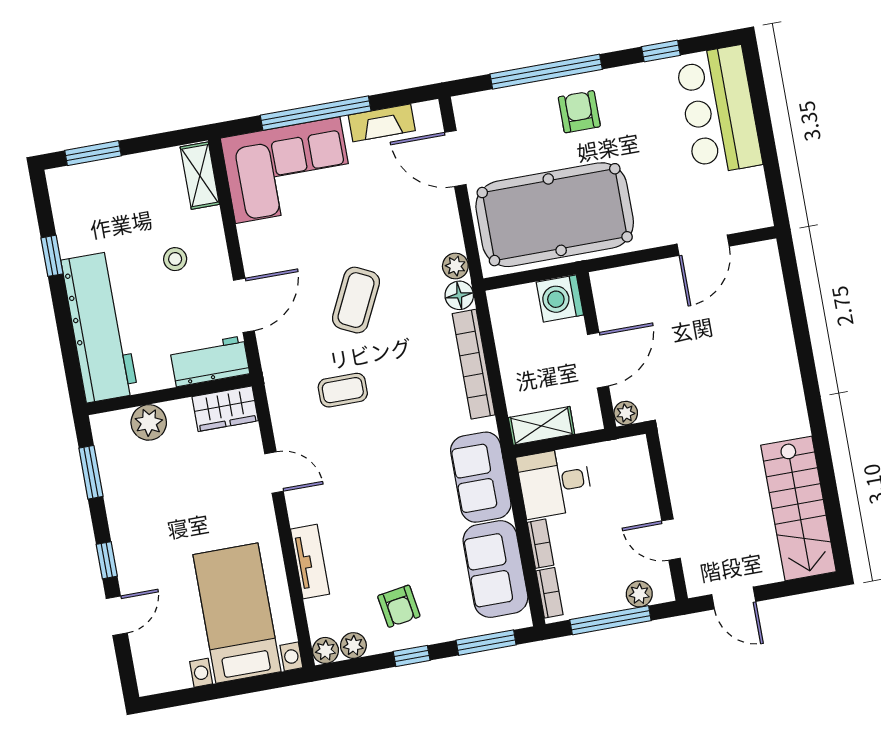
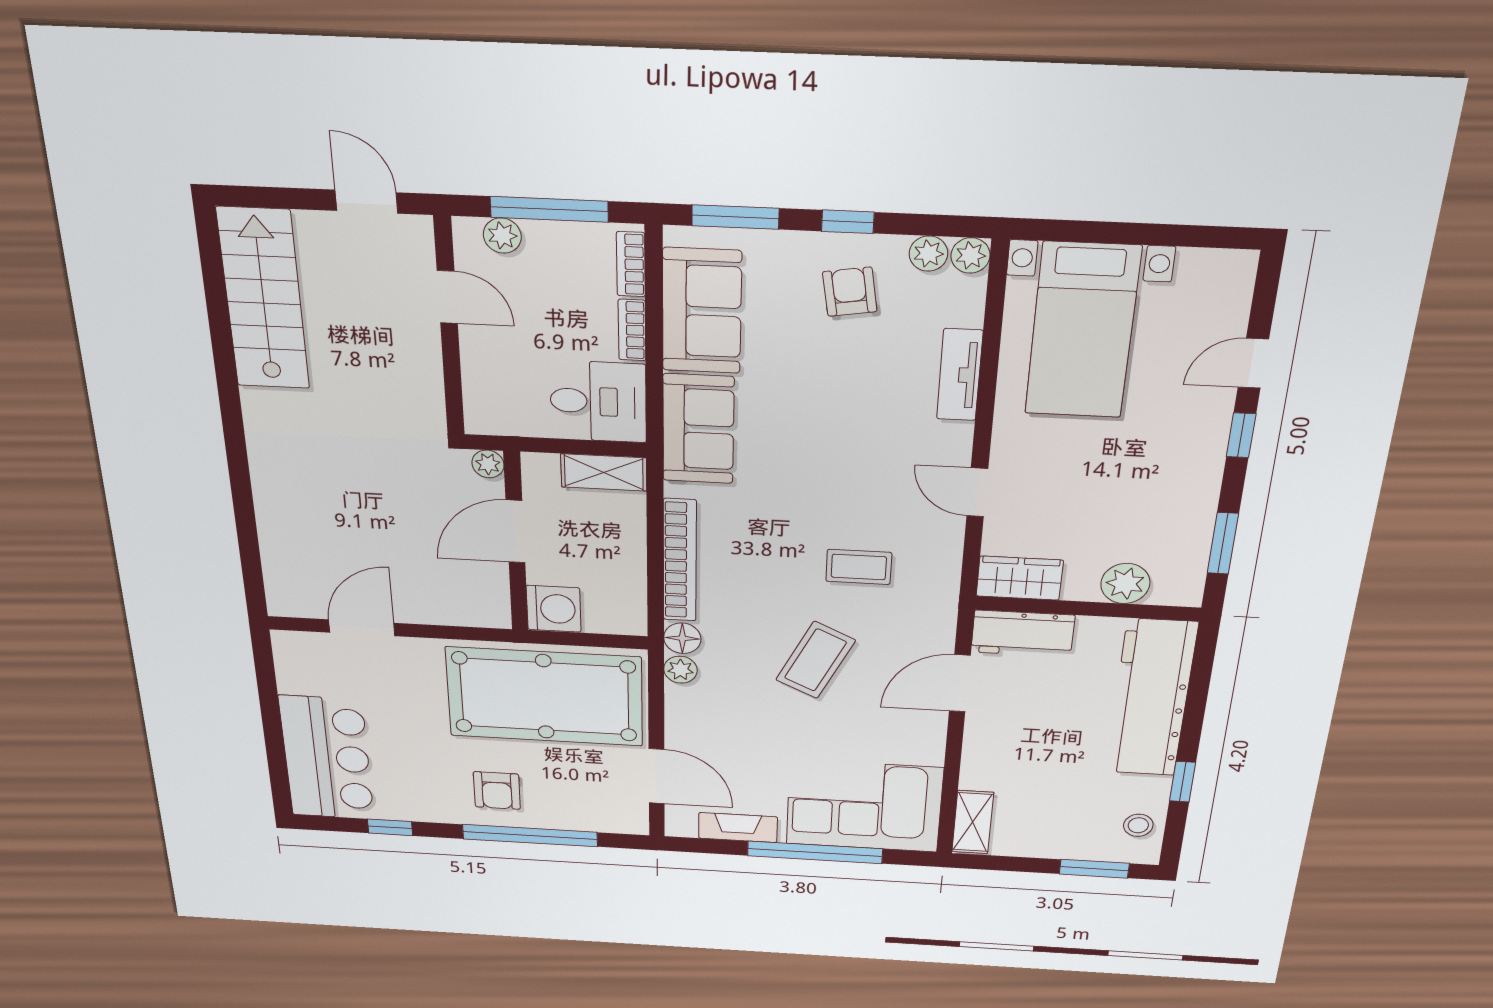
stool: (175, 259) -> (1138, 825), moved

